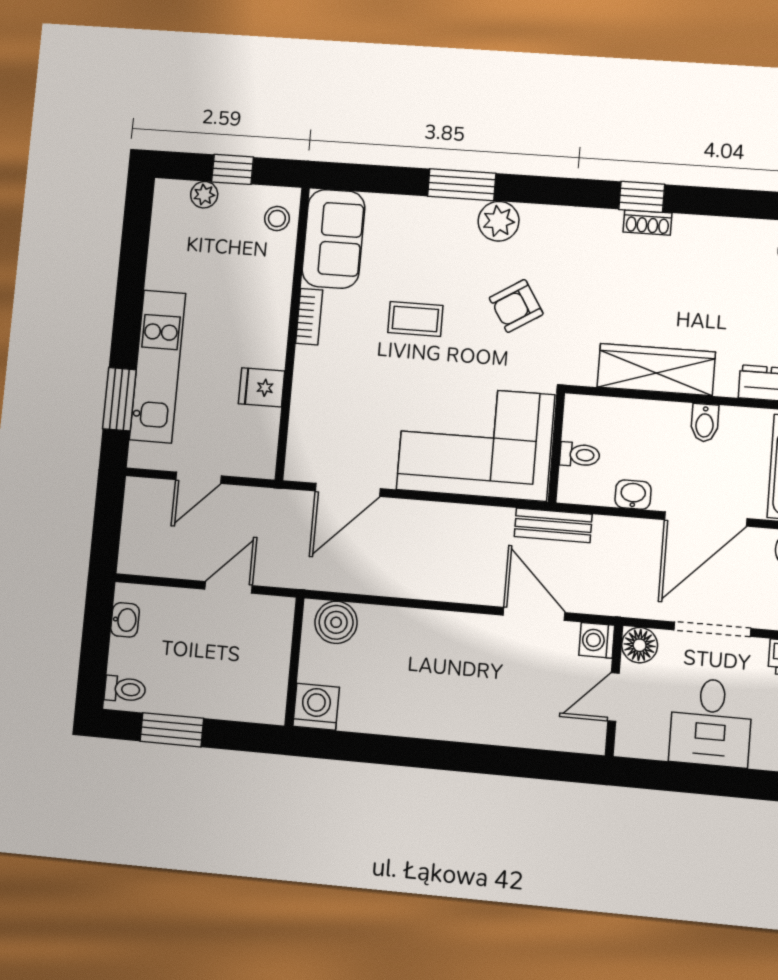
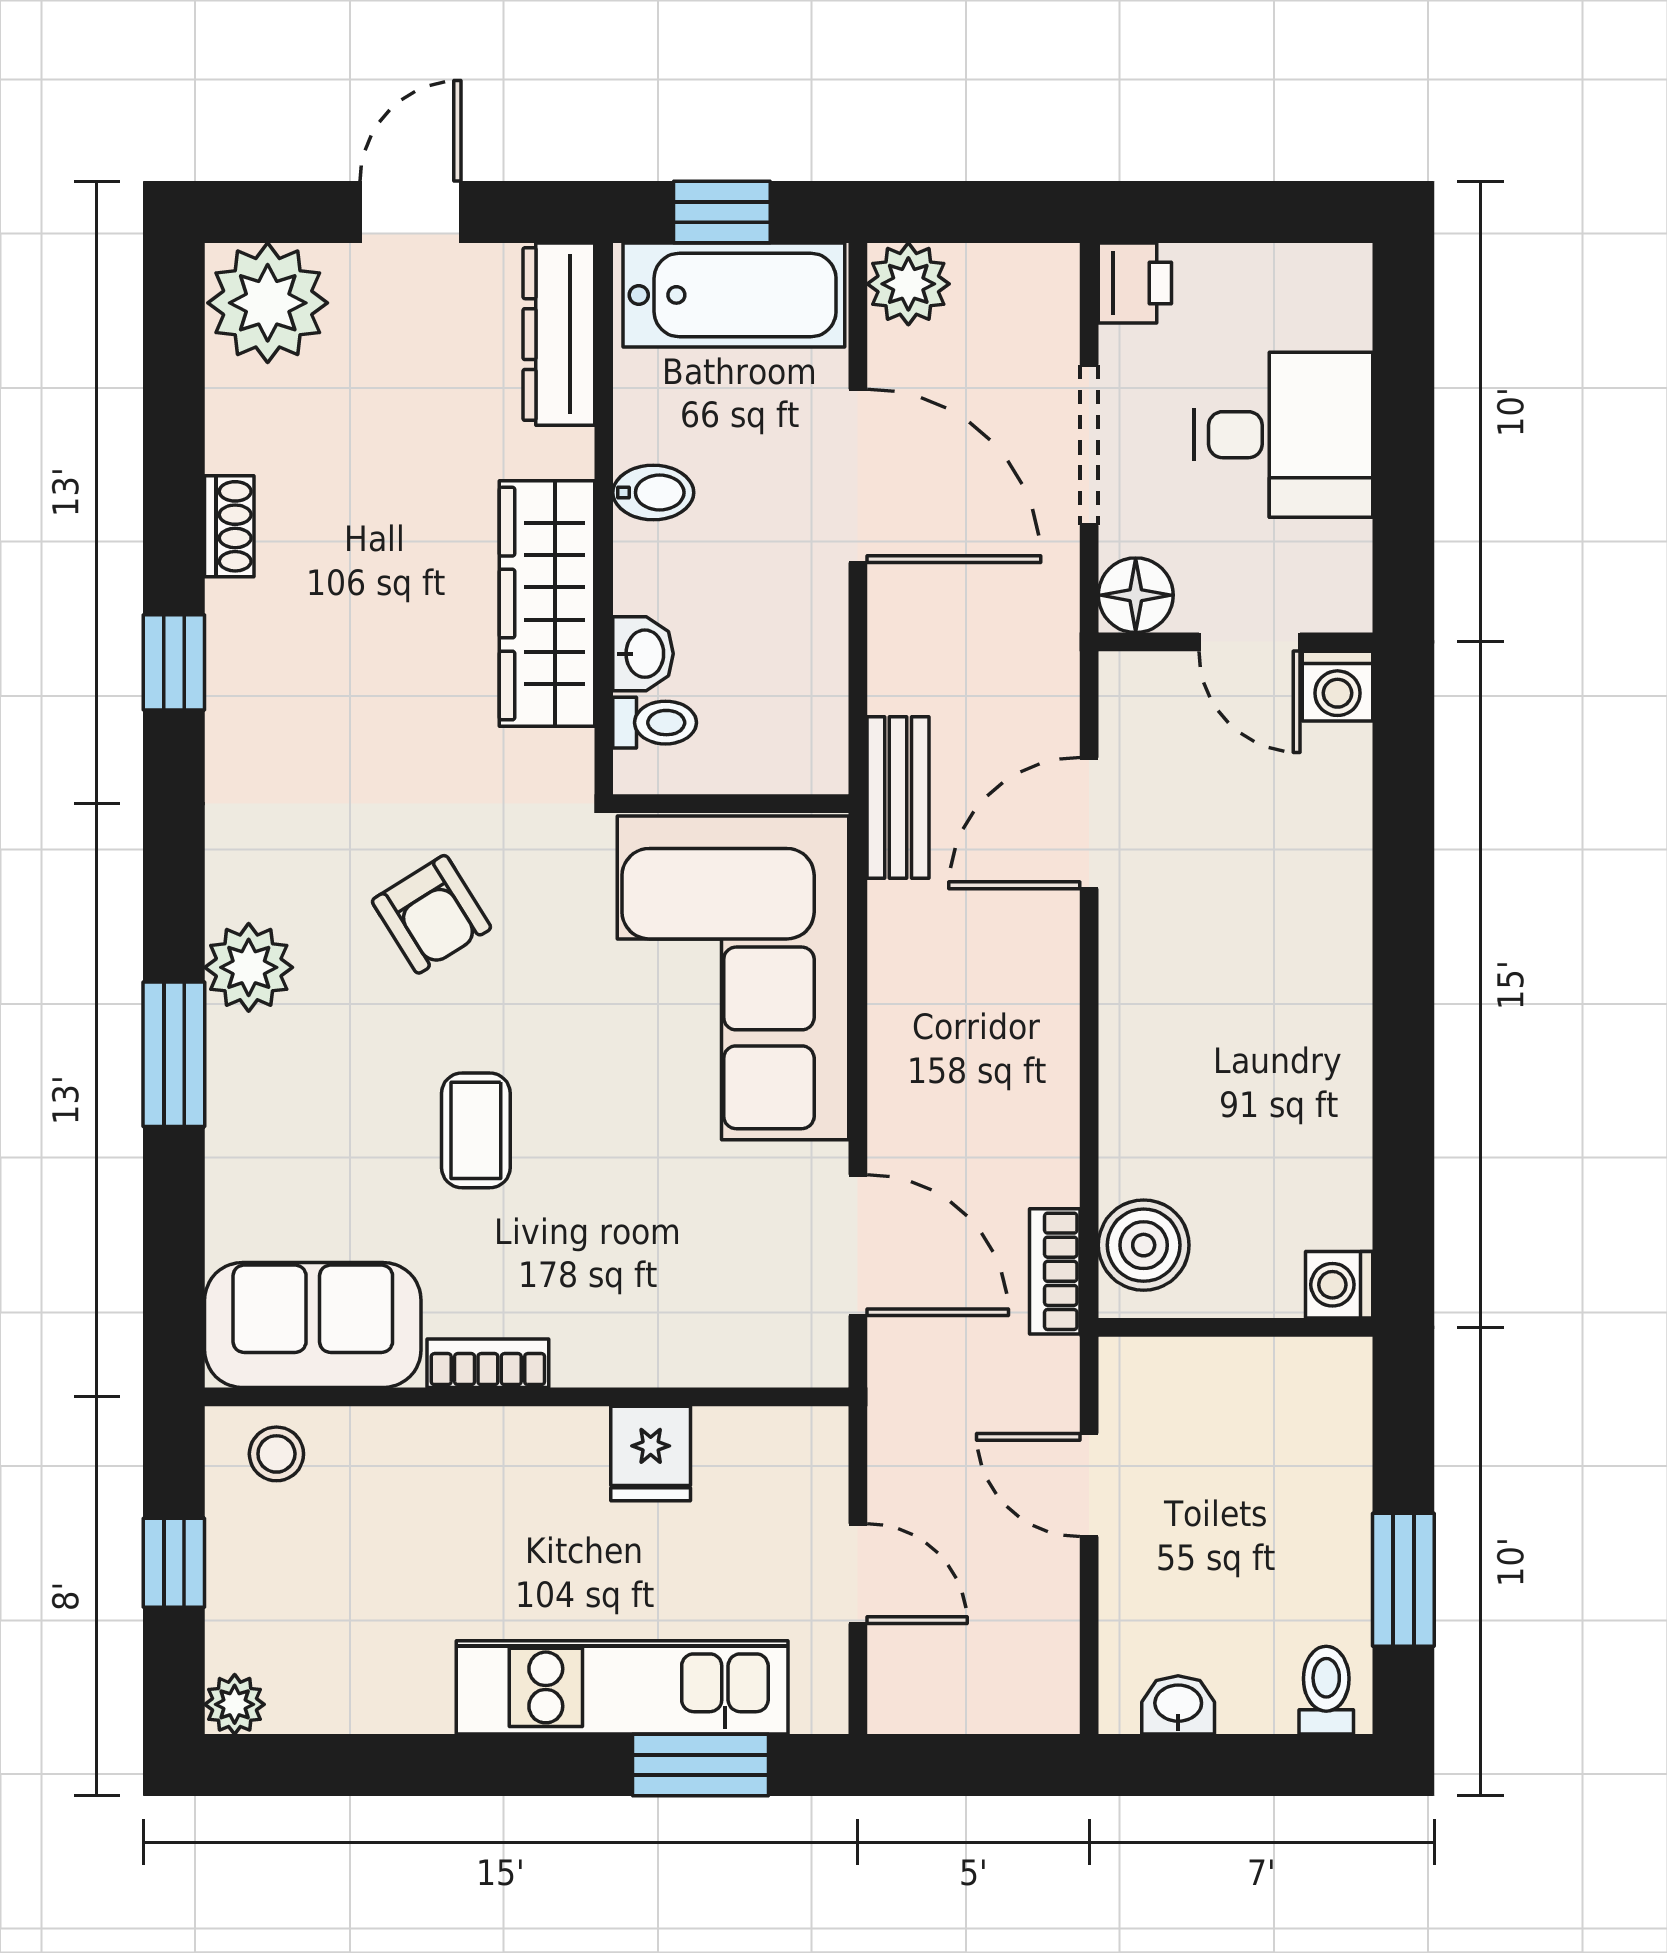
plant: (204, 195) -> (235, 1704), moved
shoe rack: (648, 222) -> (229, 526), moved
toilet: (580, 455) -> (655, 723), moved, turned 90
washbasin: (633, 495) -> (643, 654), moved, turned 180
bookcase: (328, 580) -> (1055, 1271), added
washing machine: (597, 640) -> (1337, 686), moved
washing machine: (316, 707) -> (1339, 1285), width x0.73, depth x0.73

